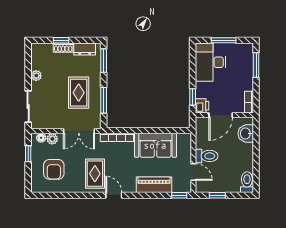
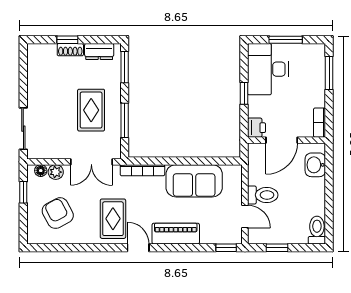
plant: (36, 76) -> (34, 87), removed
window: (193, 97) -> (244, 93), moved
armchair: (54, 169) -> (58, 213), turned 152
piano: (154, 185) -> (176, 234), moved

